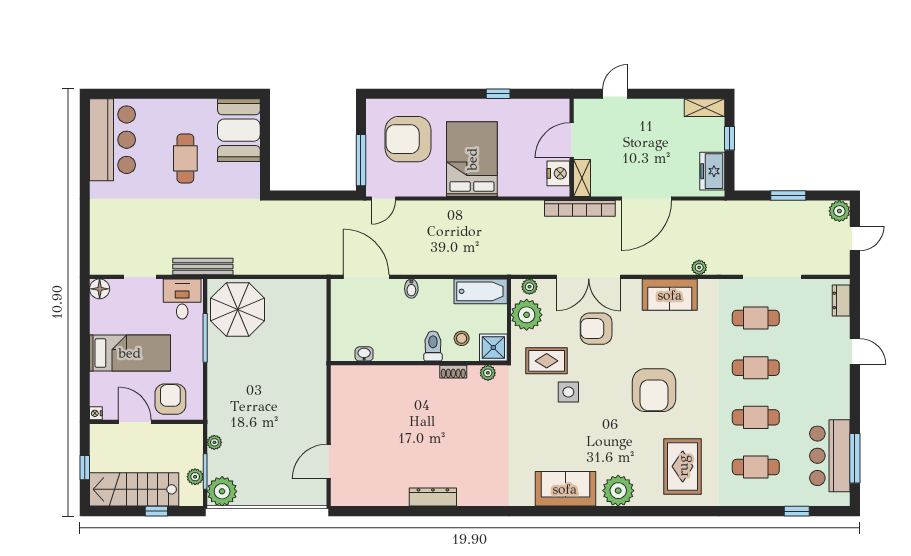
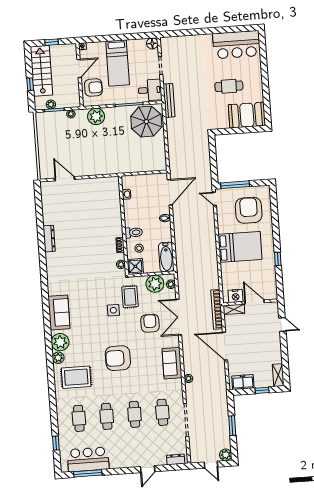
plant: (222, 491) -> (96, 116), moved
plant: (646, 496) -> (58, 358), added

